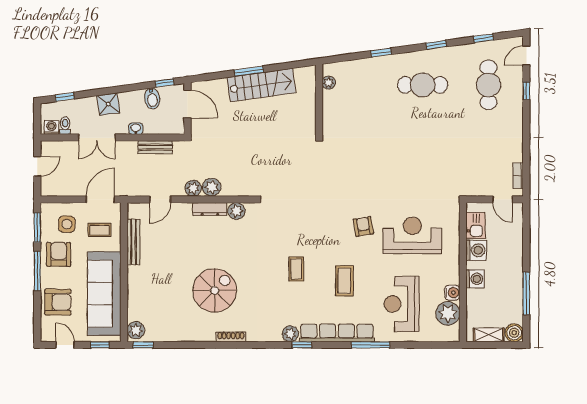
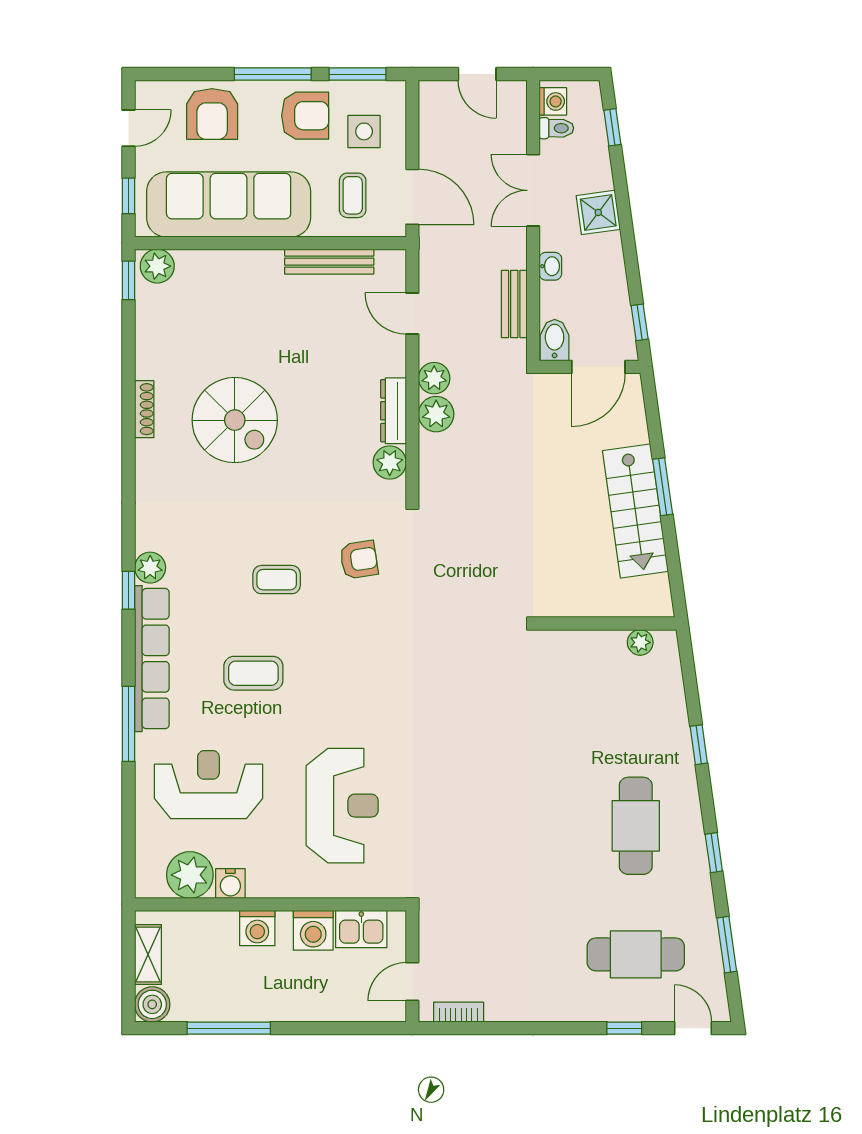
window: (484, 38) -> (727, 945), width x1.50
bidet: (152, 99) -> (555, 340), moved, turned 98
armchair: (363, 226) -> (359, 560), moved
shoe rack: (231, 337) -> (144, 409), moved

